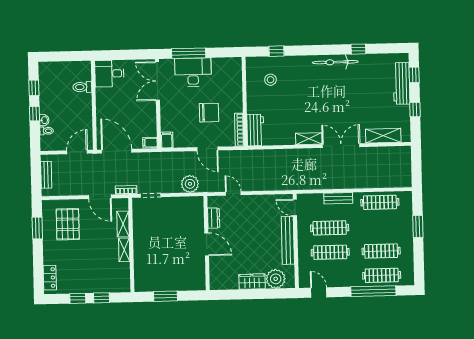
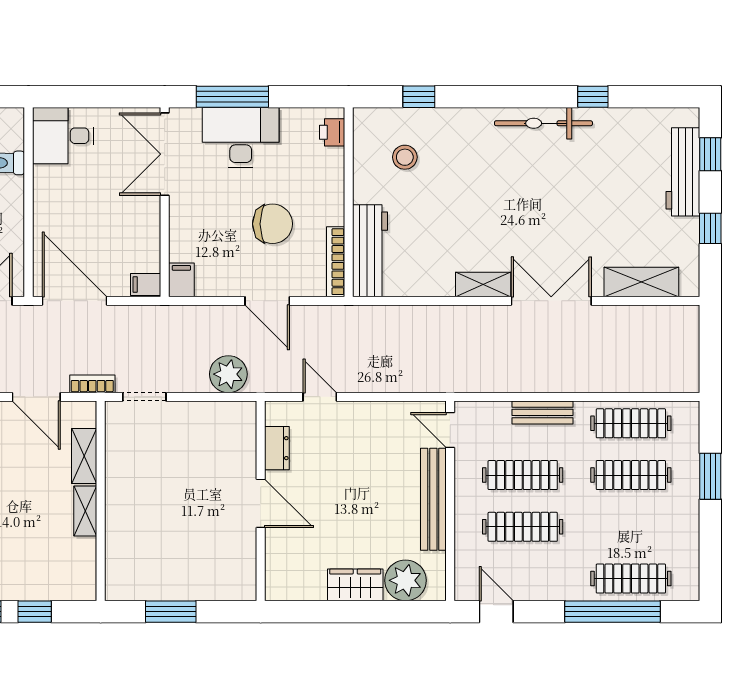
printer: (236, 69) -> (332, 132), added
workbench: (255, 130) -> (370, 251), width x1.38
clothes rail: (381, 251) -> (631, 475), moved

